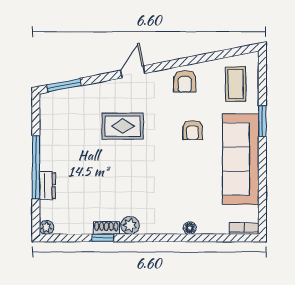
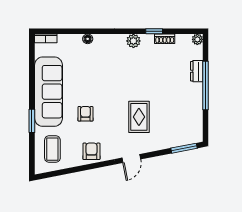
rug: (123, 126) -> (139, 117), turned 90
shoe rack: (106, 228) -> (165, 39), moved

